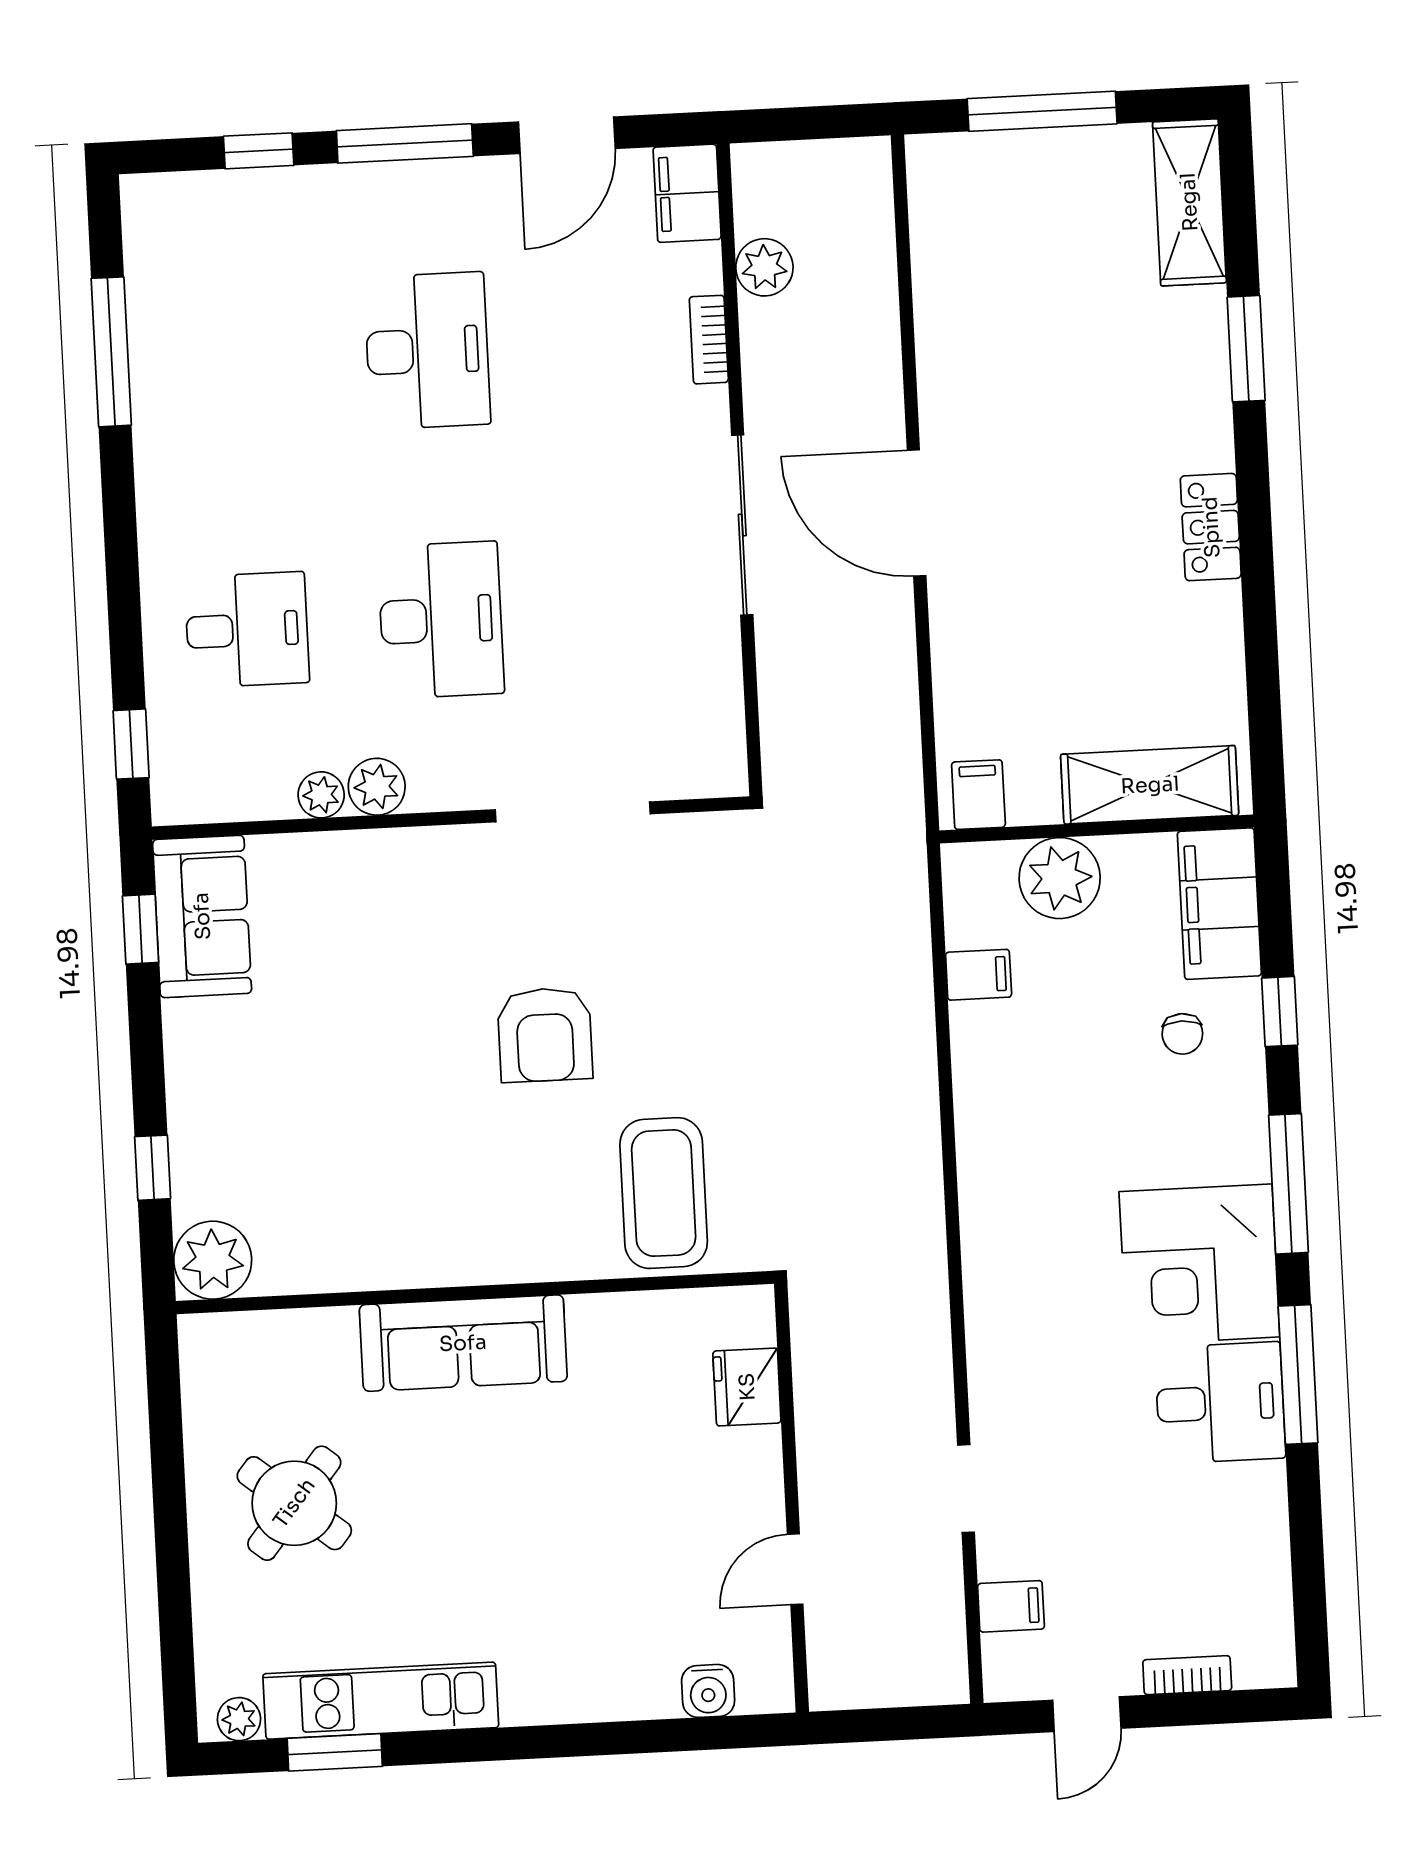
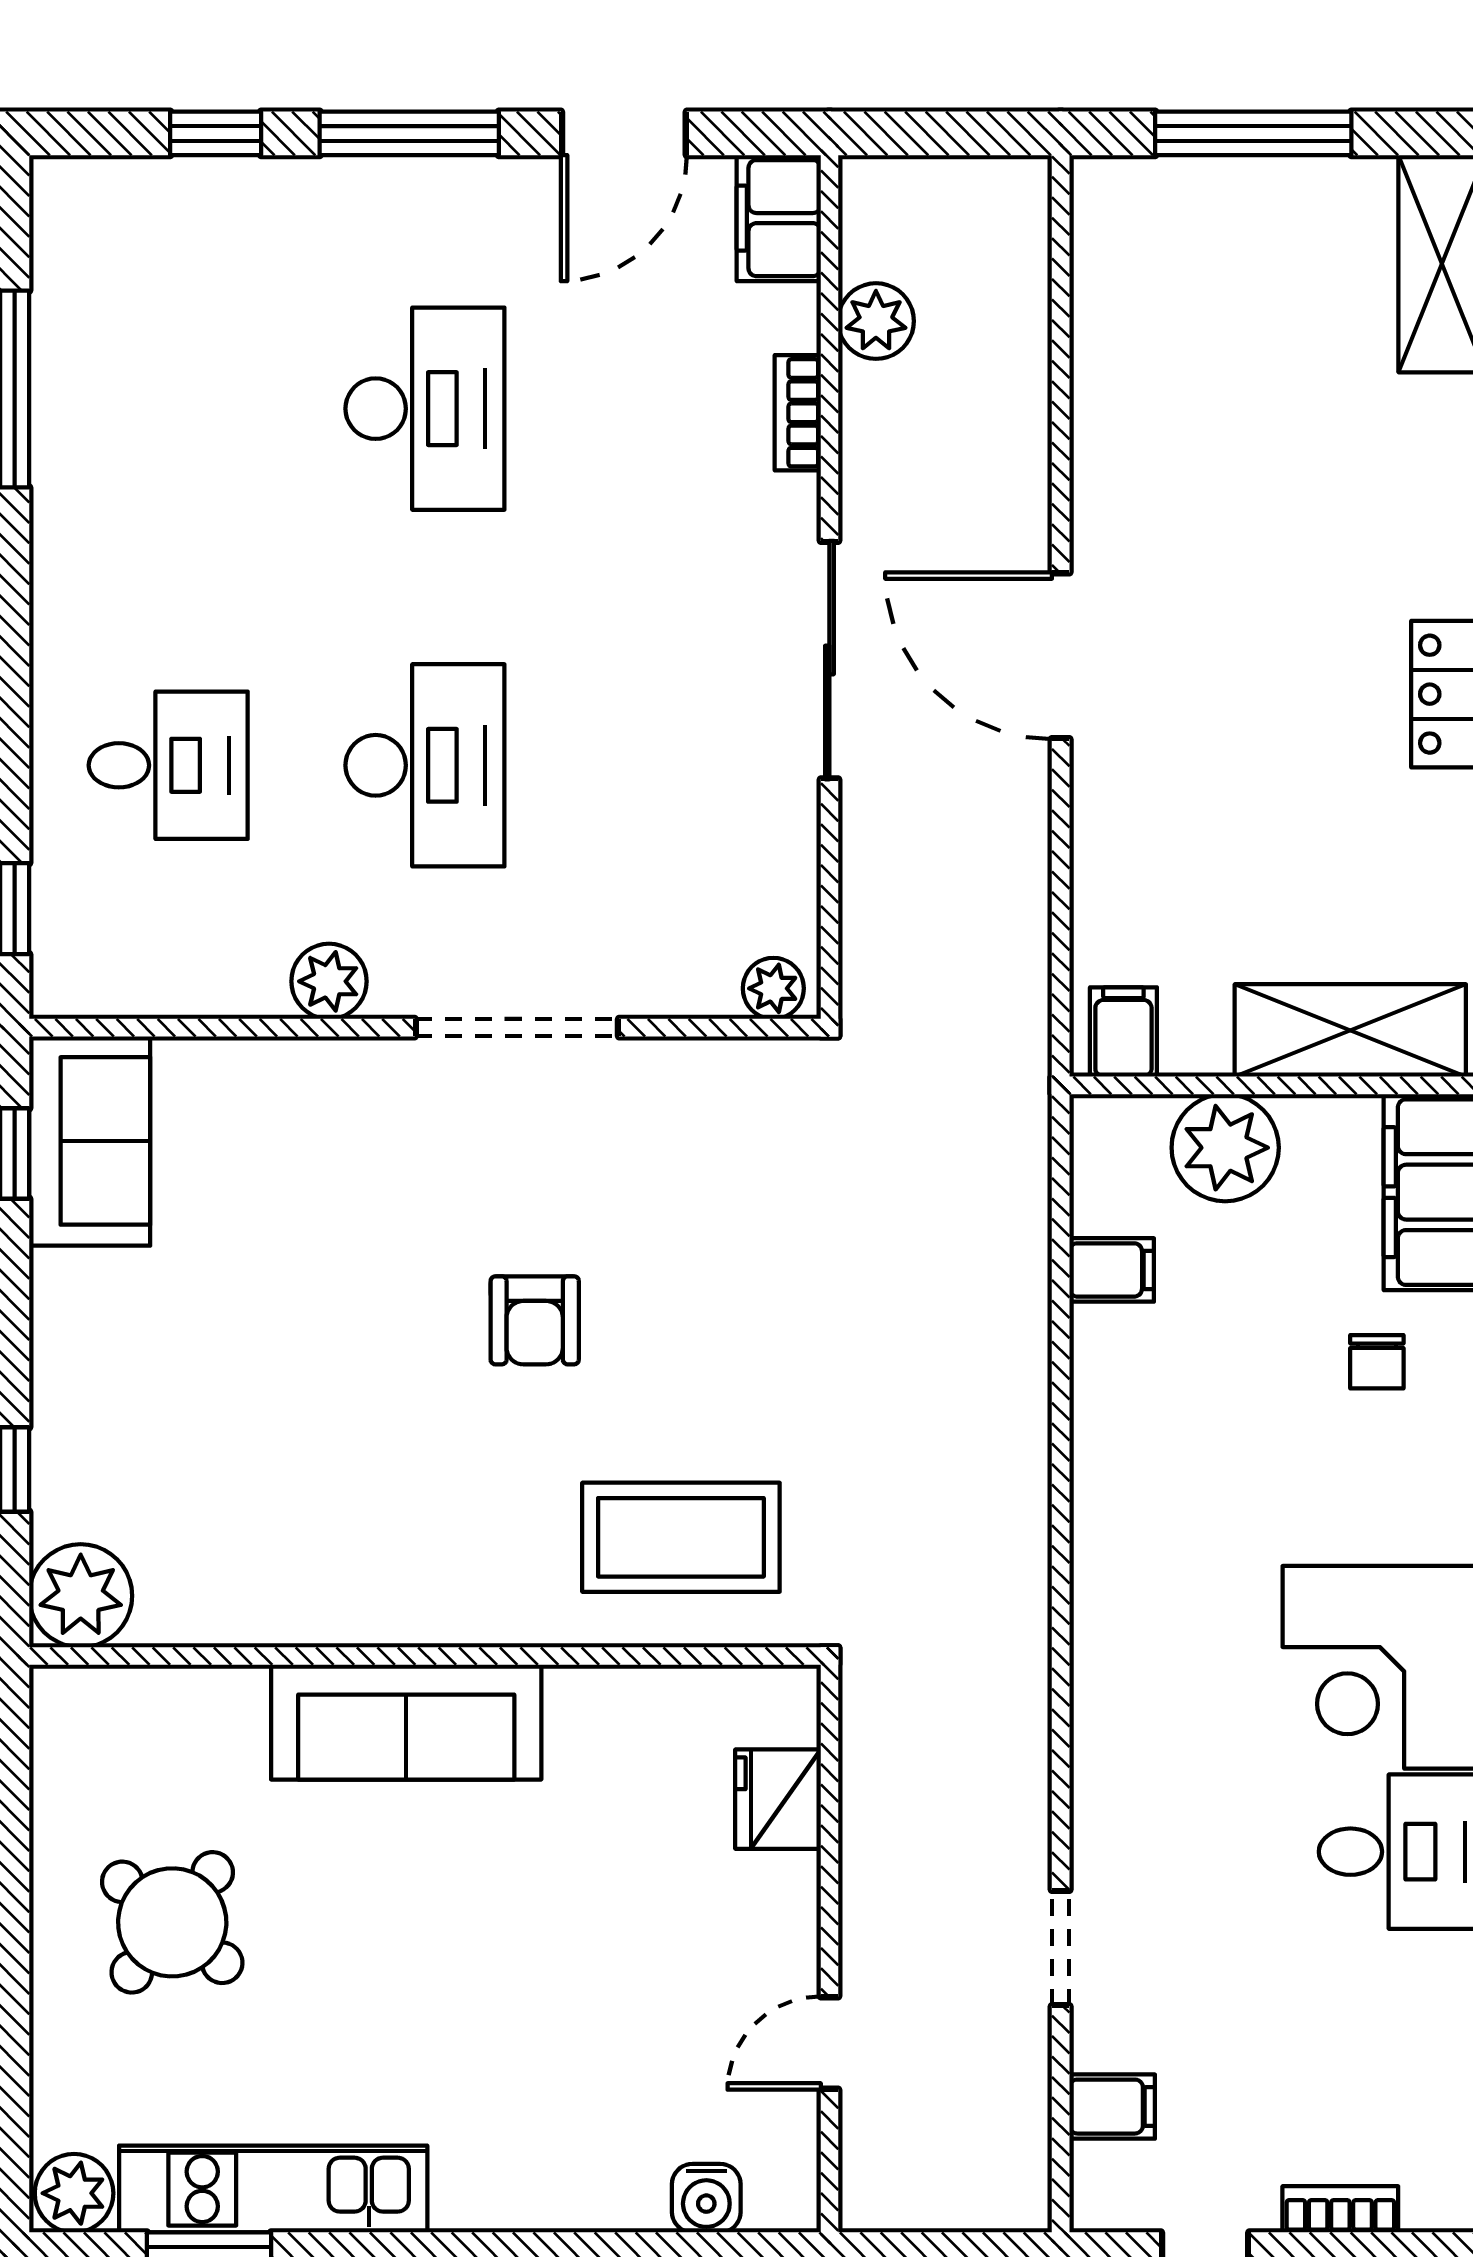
plant: (321, 795) -> (773, 988), moved
doorway: (573, 812) -> (517, 1028), moved
armchair: (545, 1035) -> (535, 1320), width x0.72, depth x0.72
coffee table: (664, 1193) -> (681, 1537), turned 90
plant: (239, 1719) -> (74, 2193), width x1.38, depth x1.38

